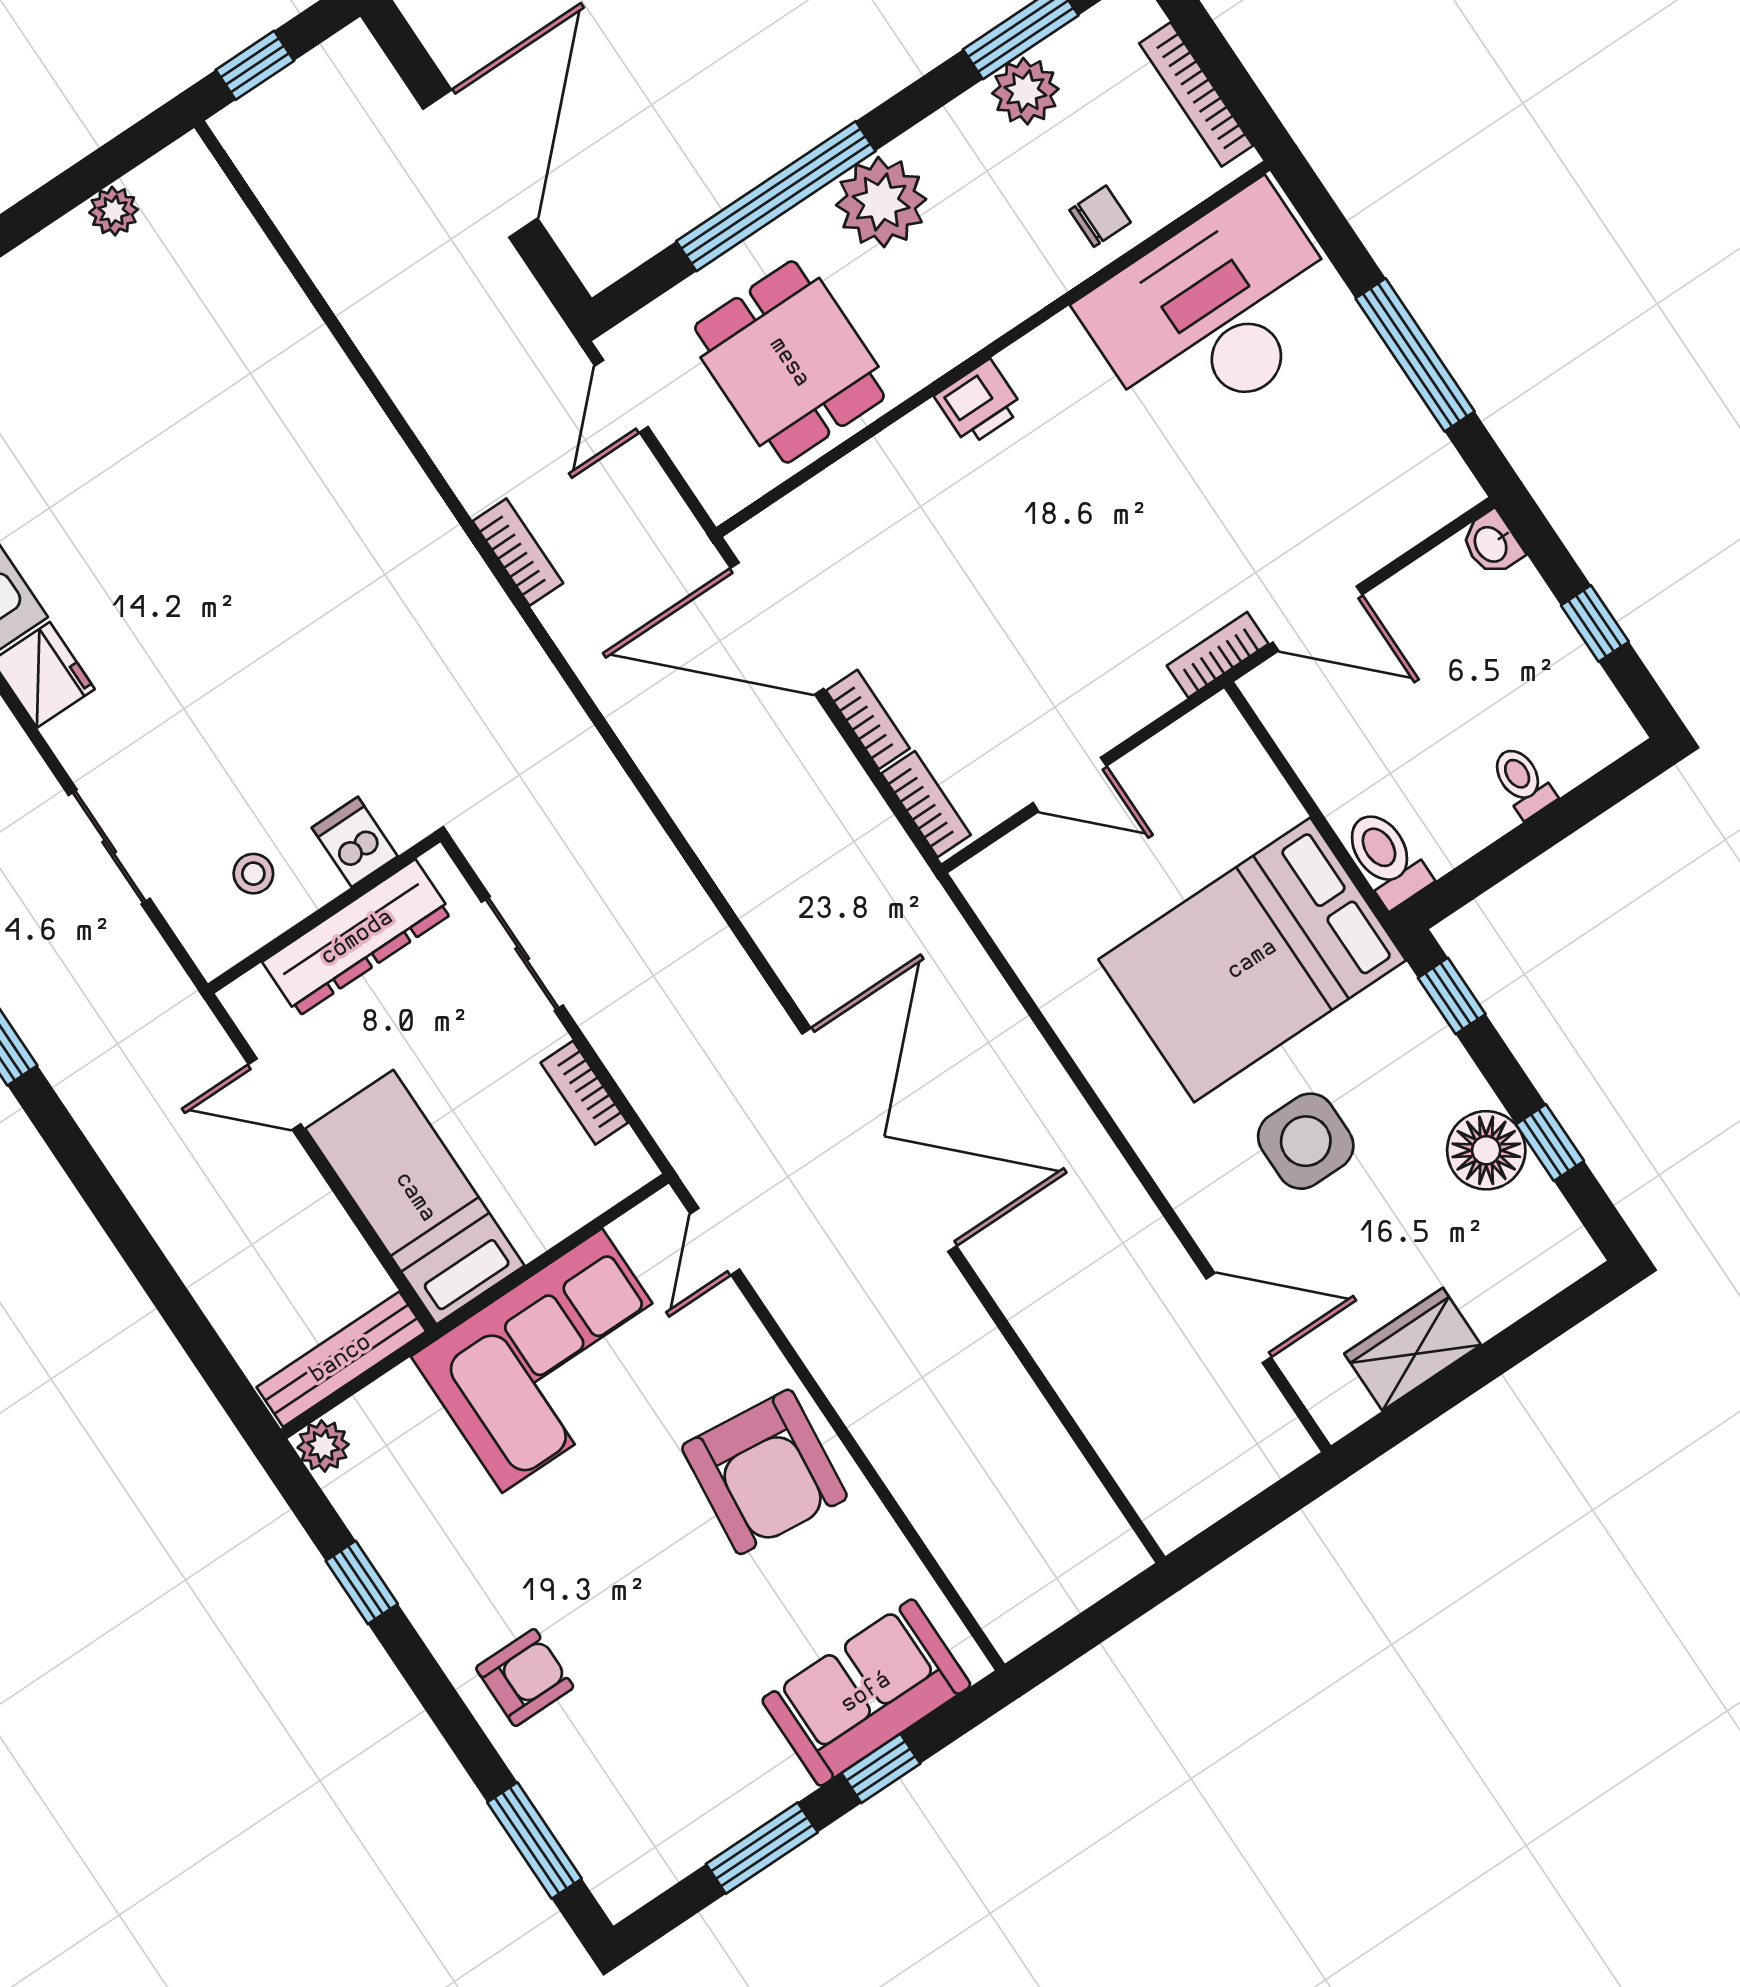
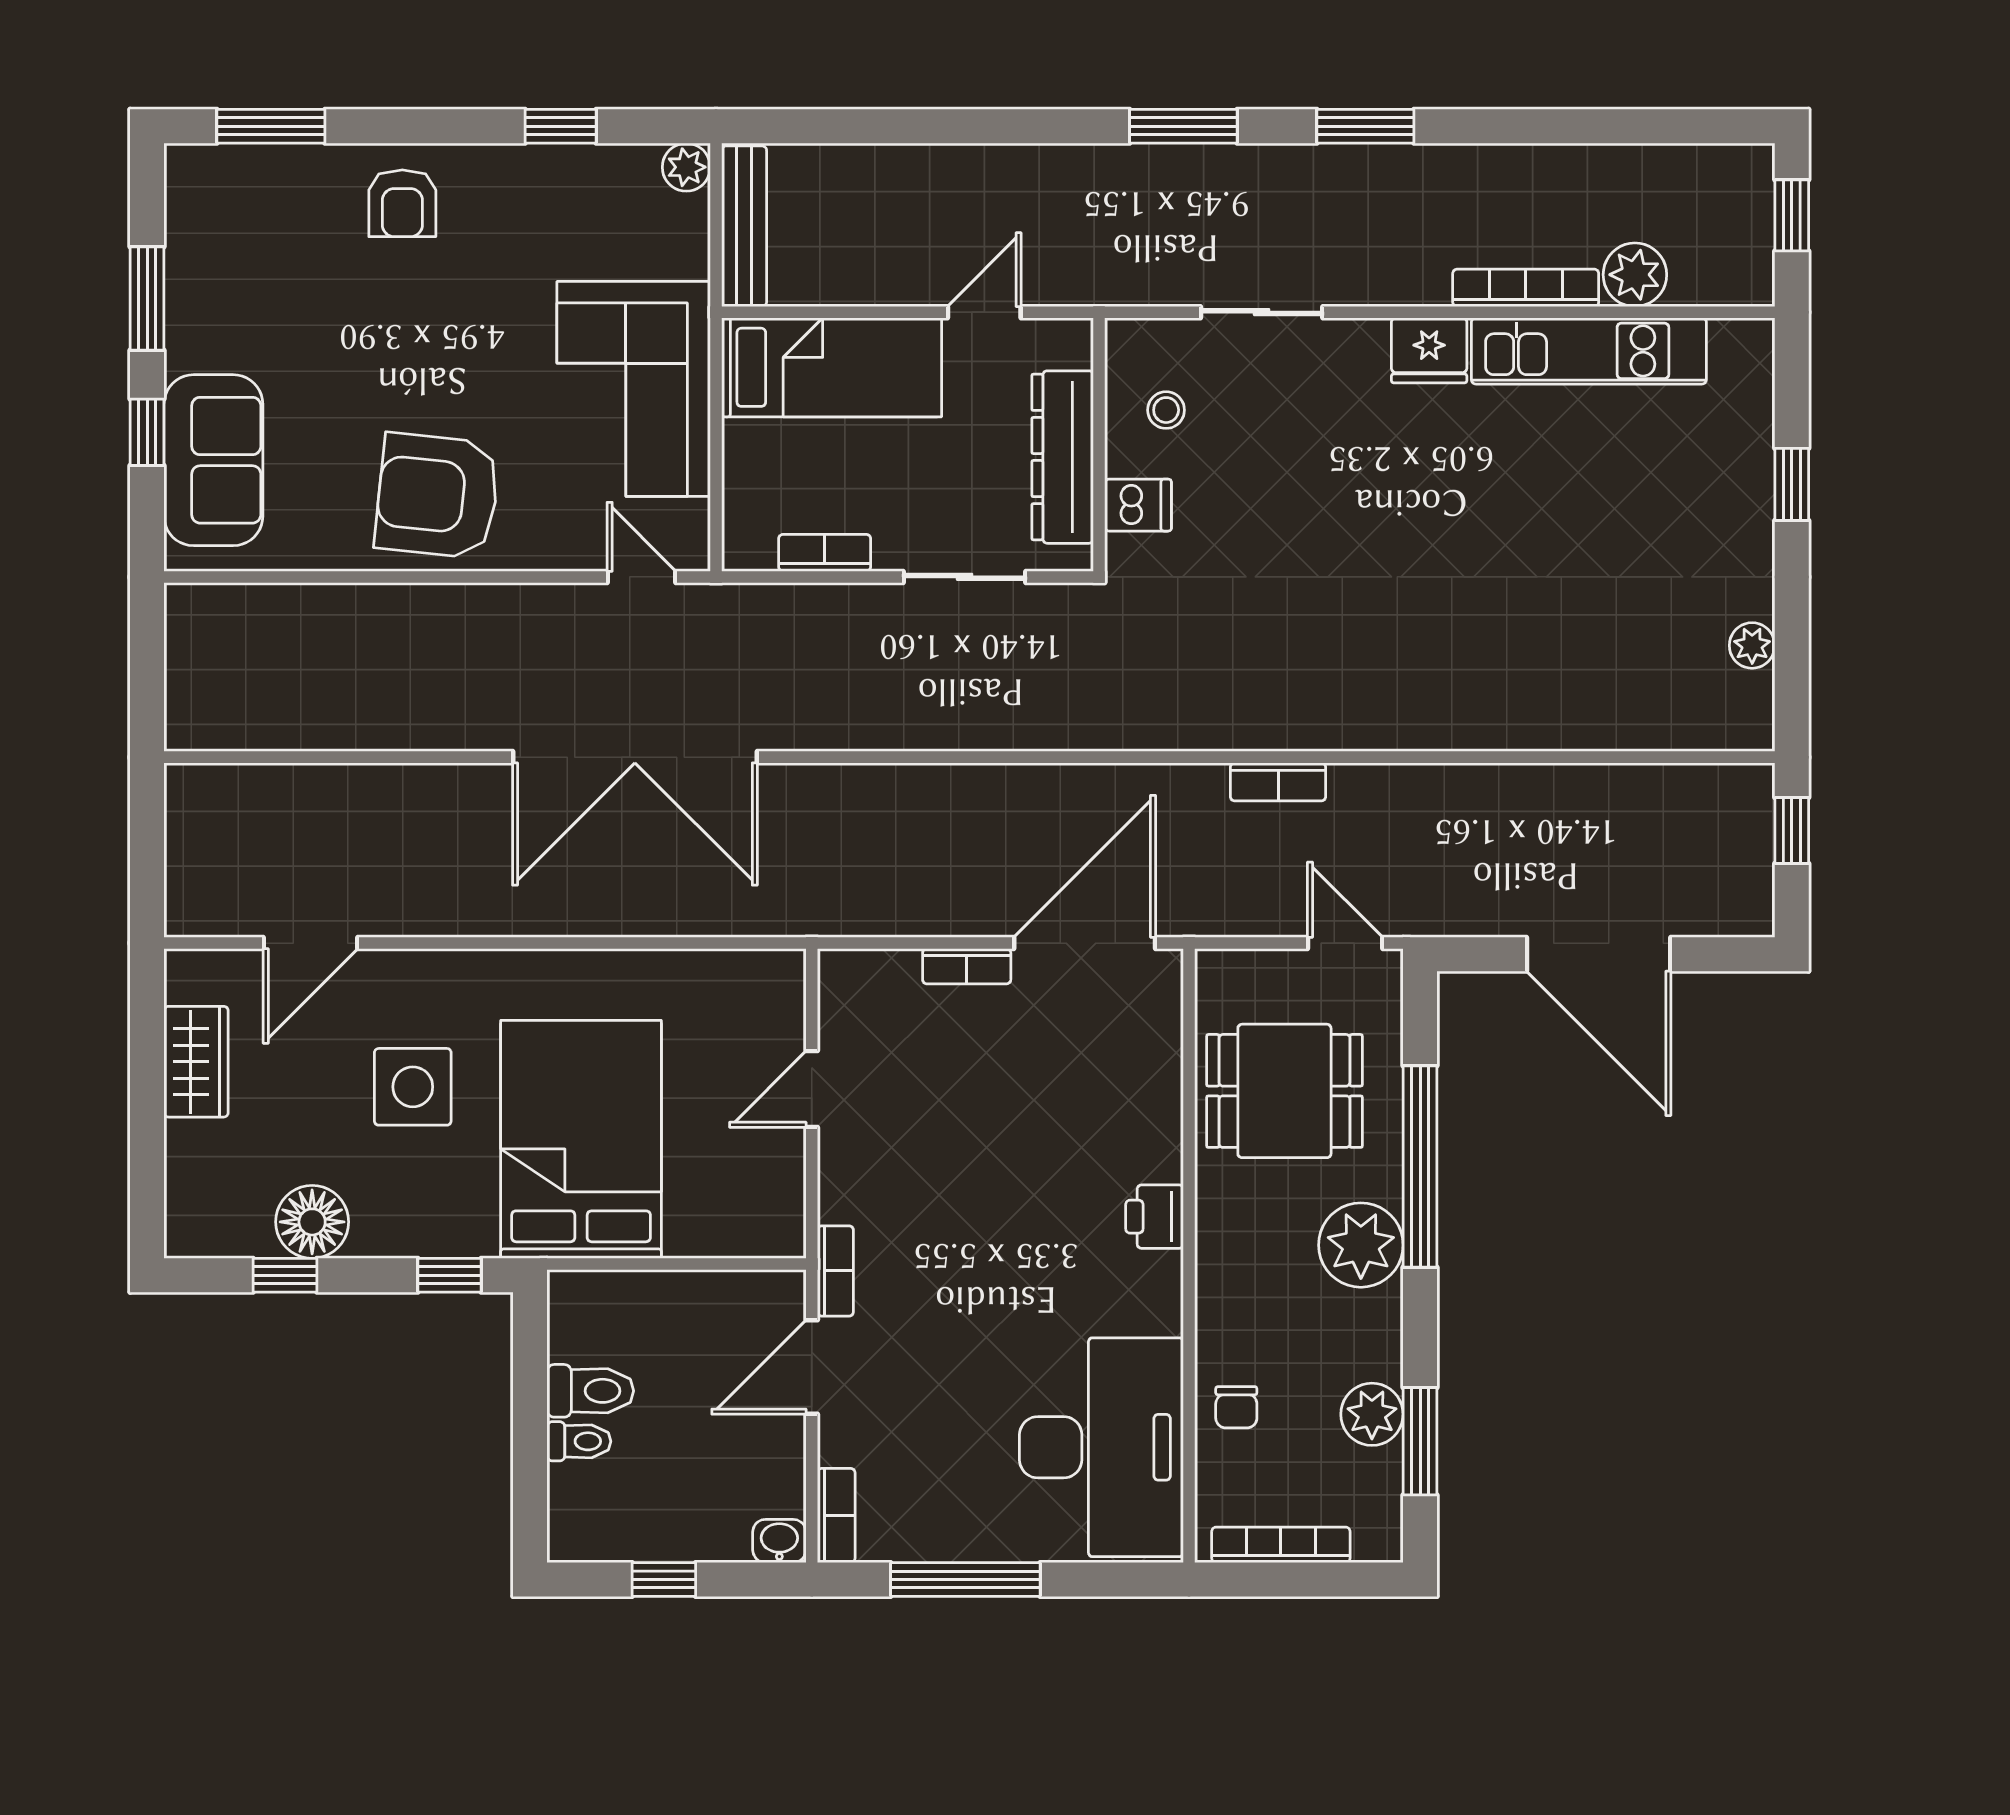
bookcase: (926, 804) -> (836, 1515), moved, turned -90
toilet: (1386, 858) -> (590, 1391), moved

